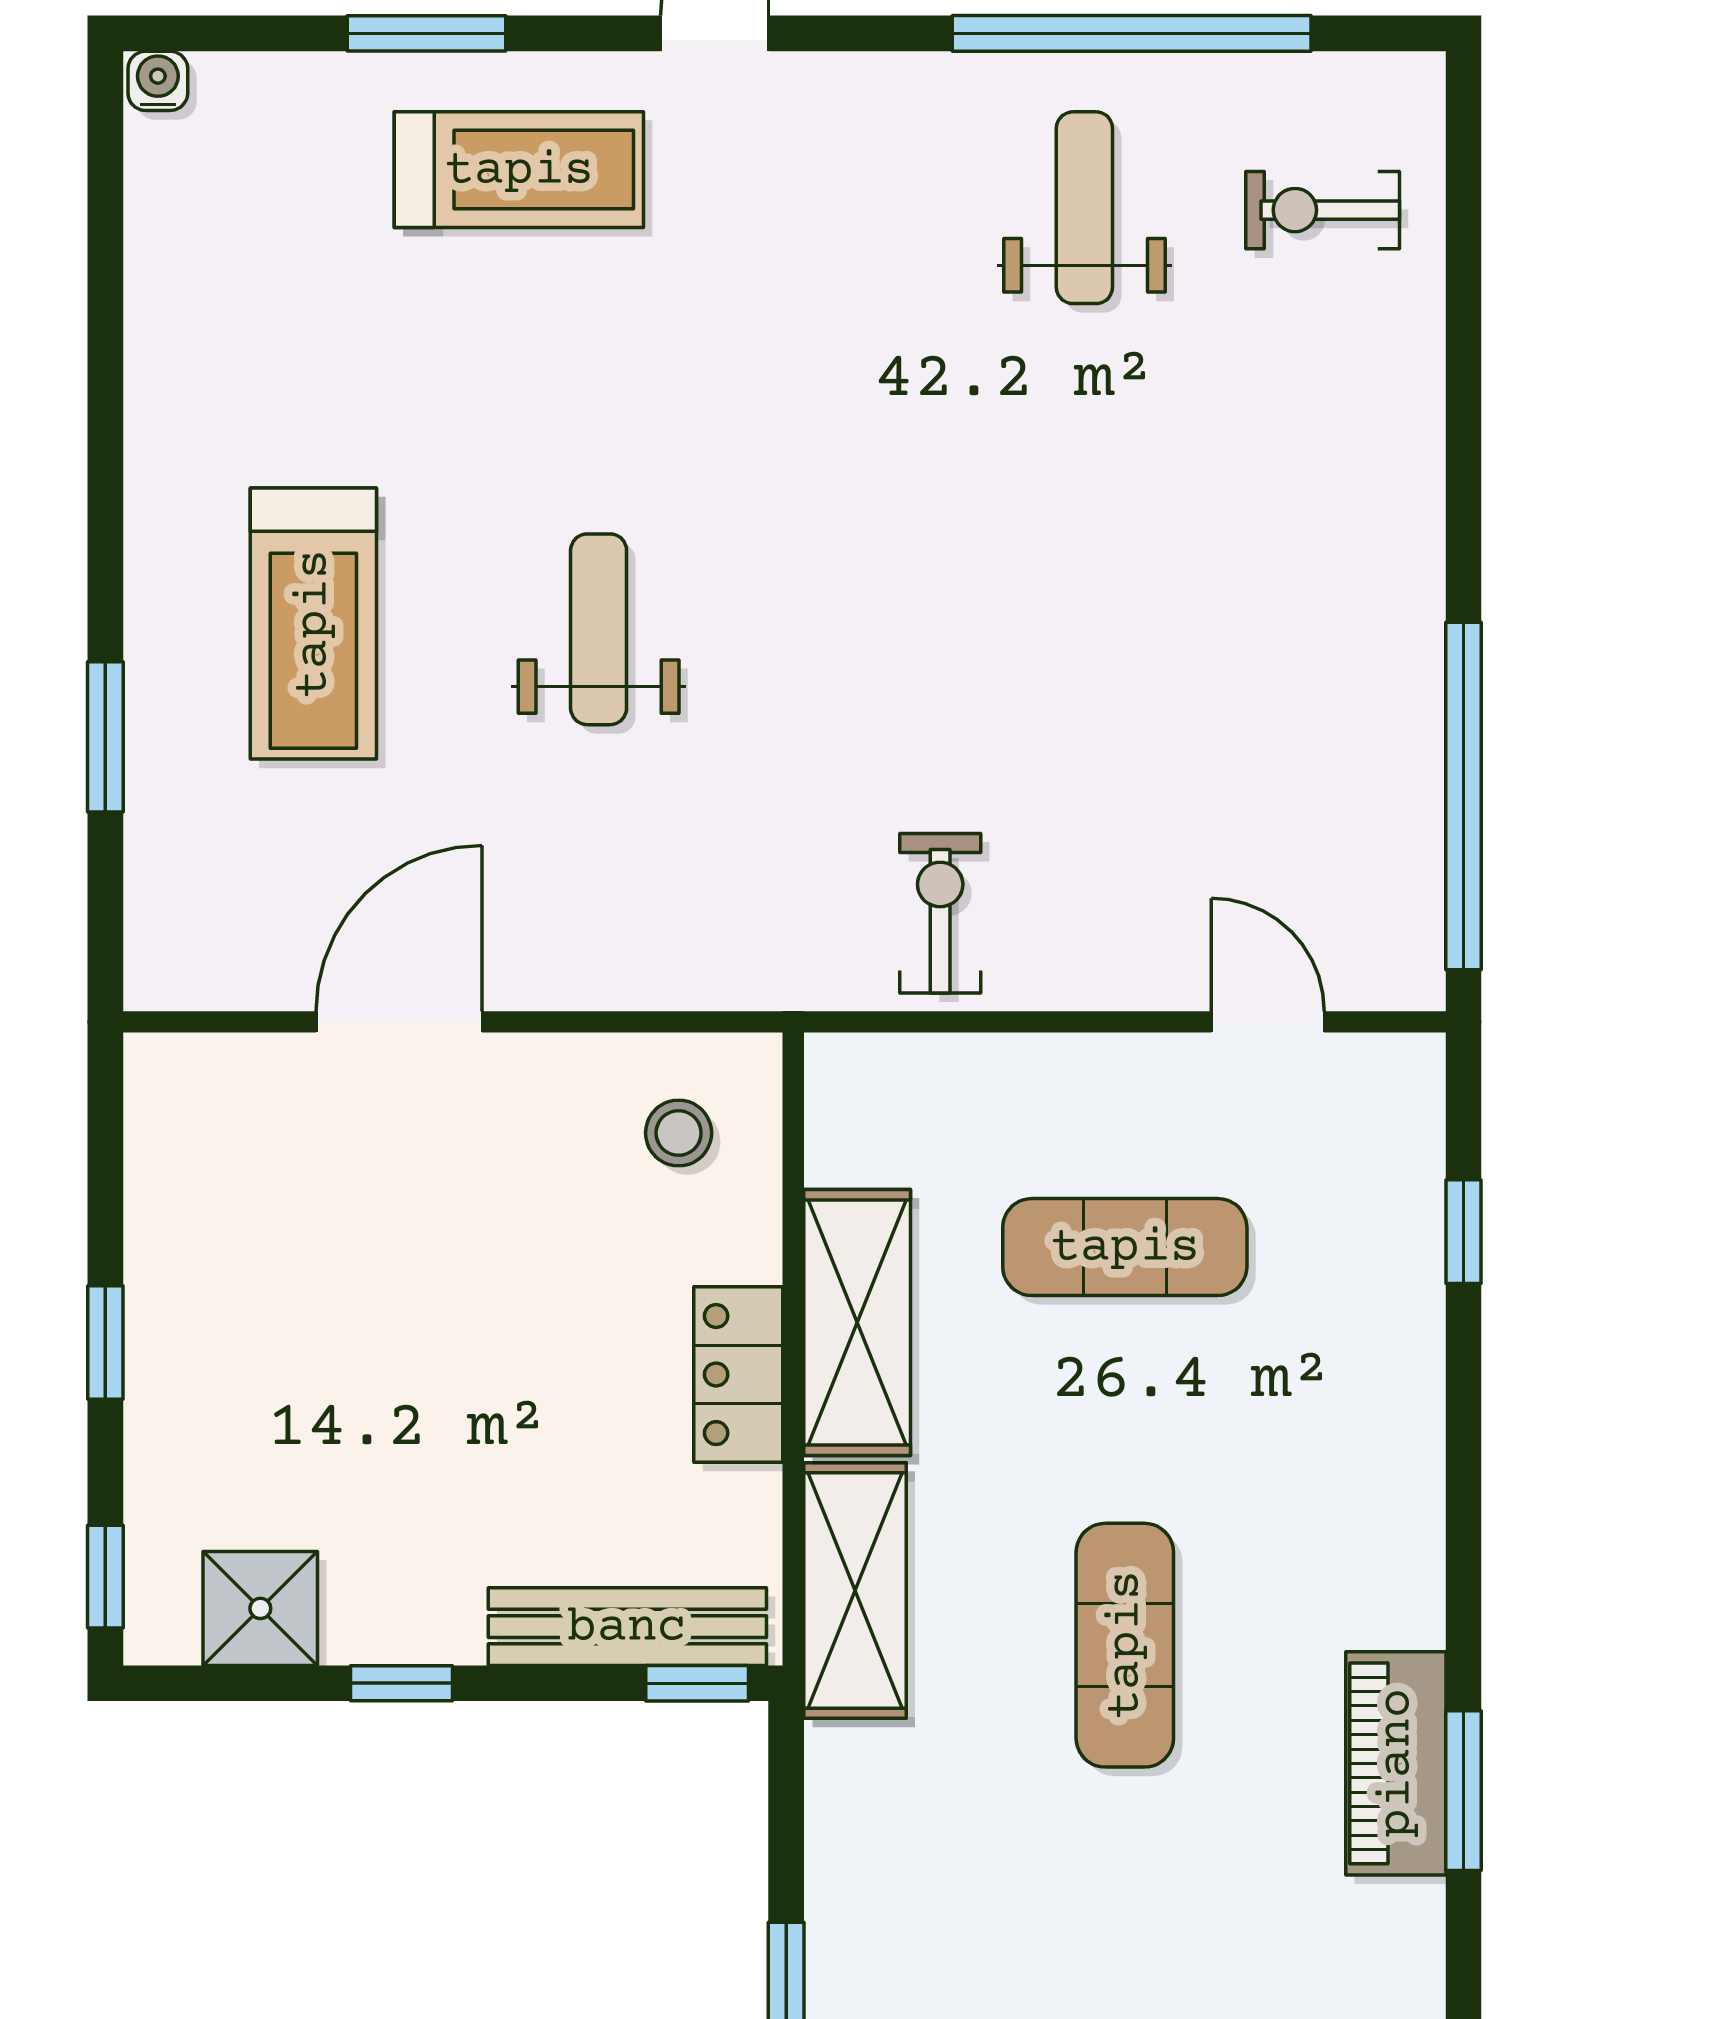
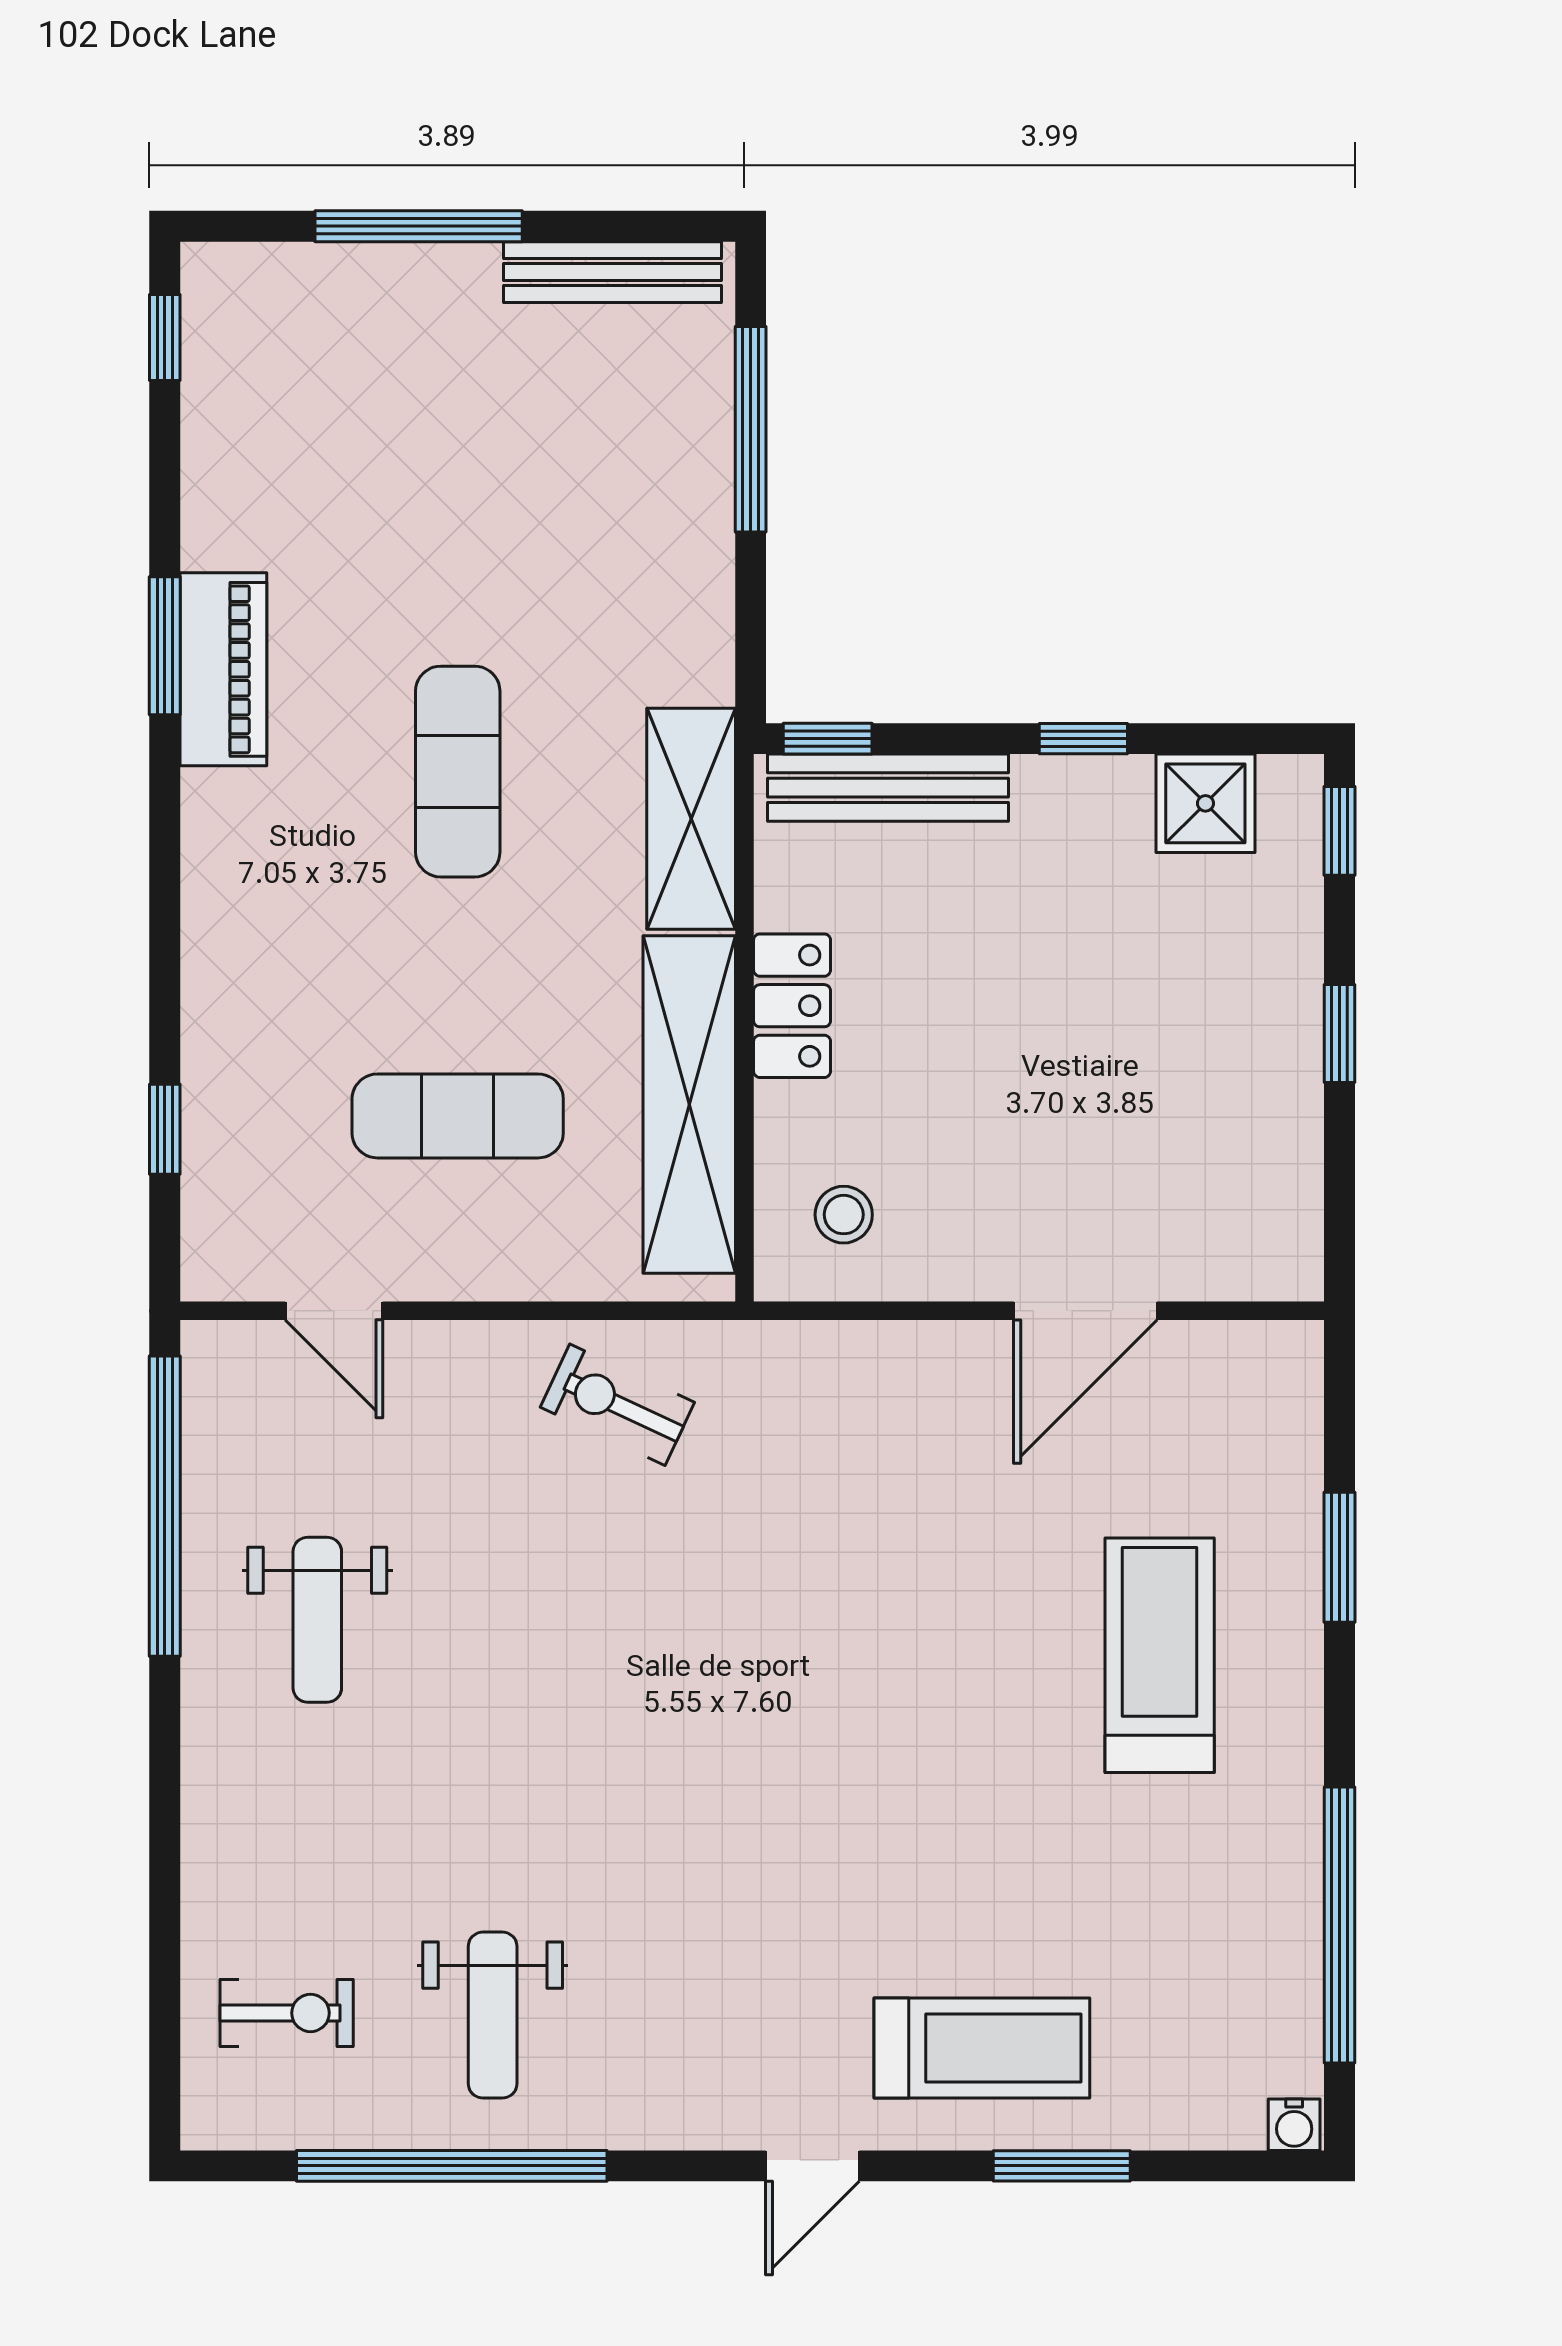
treadmill: (519, 170) -> (982, 2048), turned 180
window: (105, 312) -> (1340, 1925), added
weight bench: (599, 629) -> (317, 1620), moved
exercise bike: (940, 913) -> (617, 1405), turned 115
shelving: (857, 1322) -> (689, 1104), width x1.47

